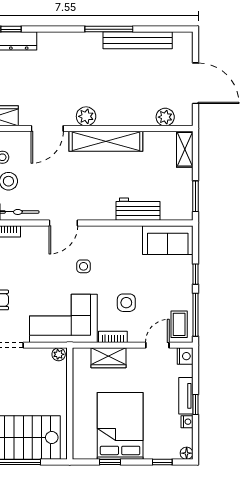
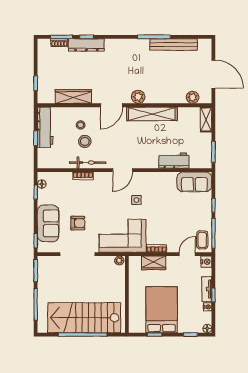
side table: (126, 303) -> (166, 225), removed

